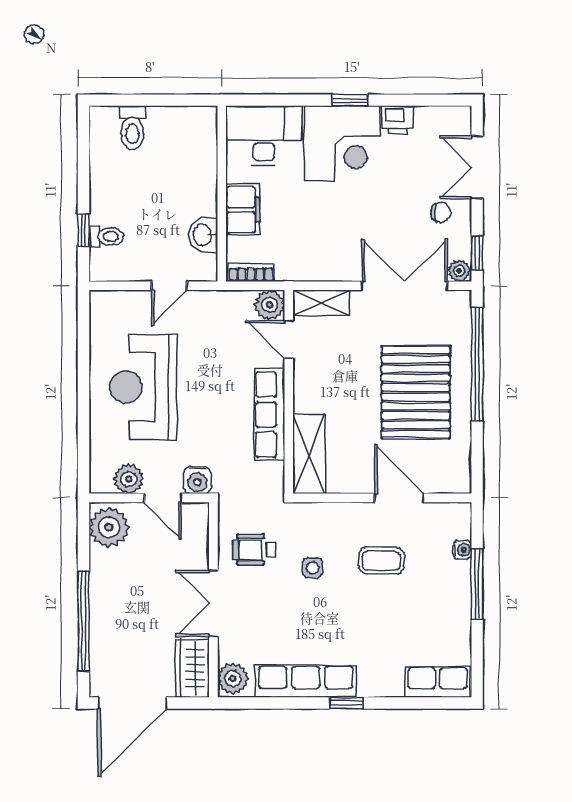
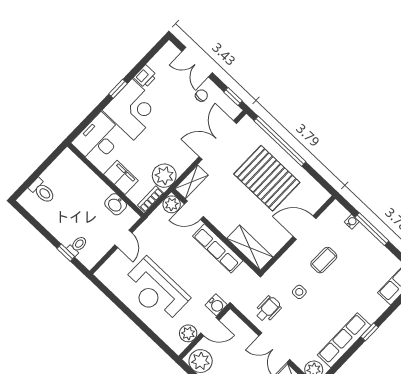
plant: (459, 271) -> (164, 176), moved, width x1.88, depth x1.88
wheelchair: (254, 550) -> (268, 309), turned 180

